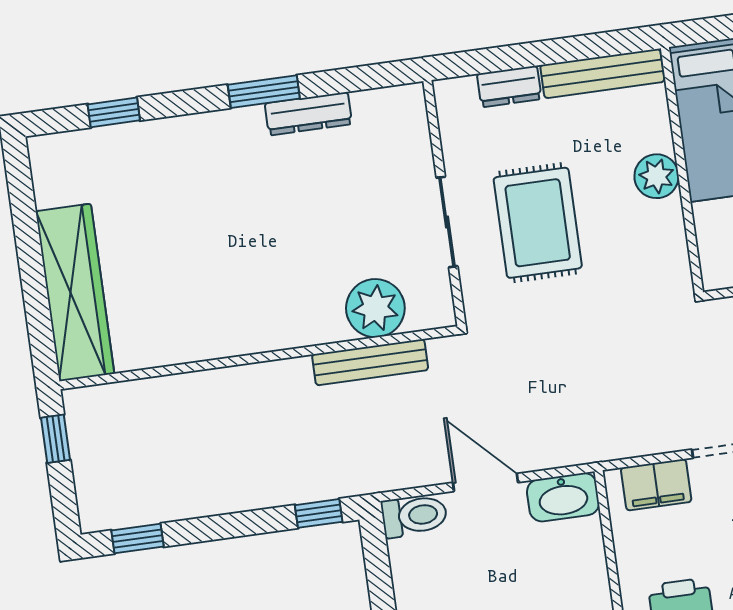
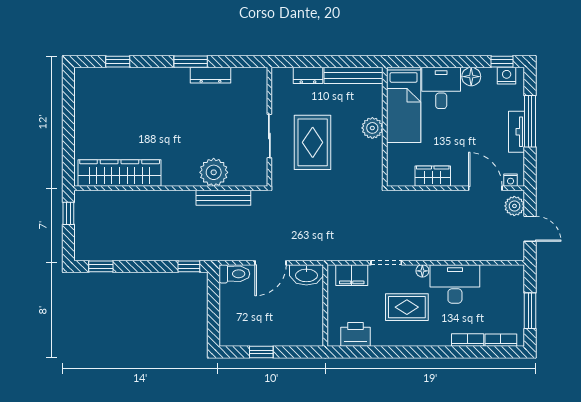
wardrobe: (75, 292) -> (120, 173), moved, turned -90
plant: (375, 308) -> (214, 172), moved
door: (485, 482) -> (270, 263), swing flipped

